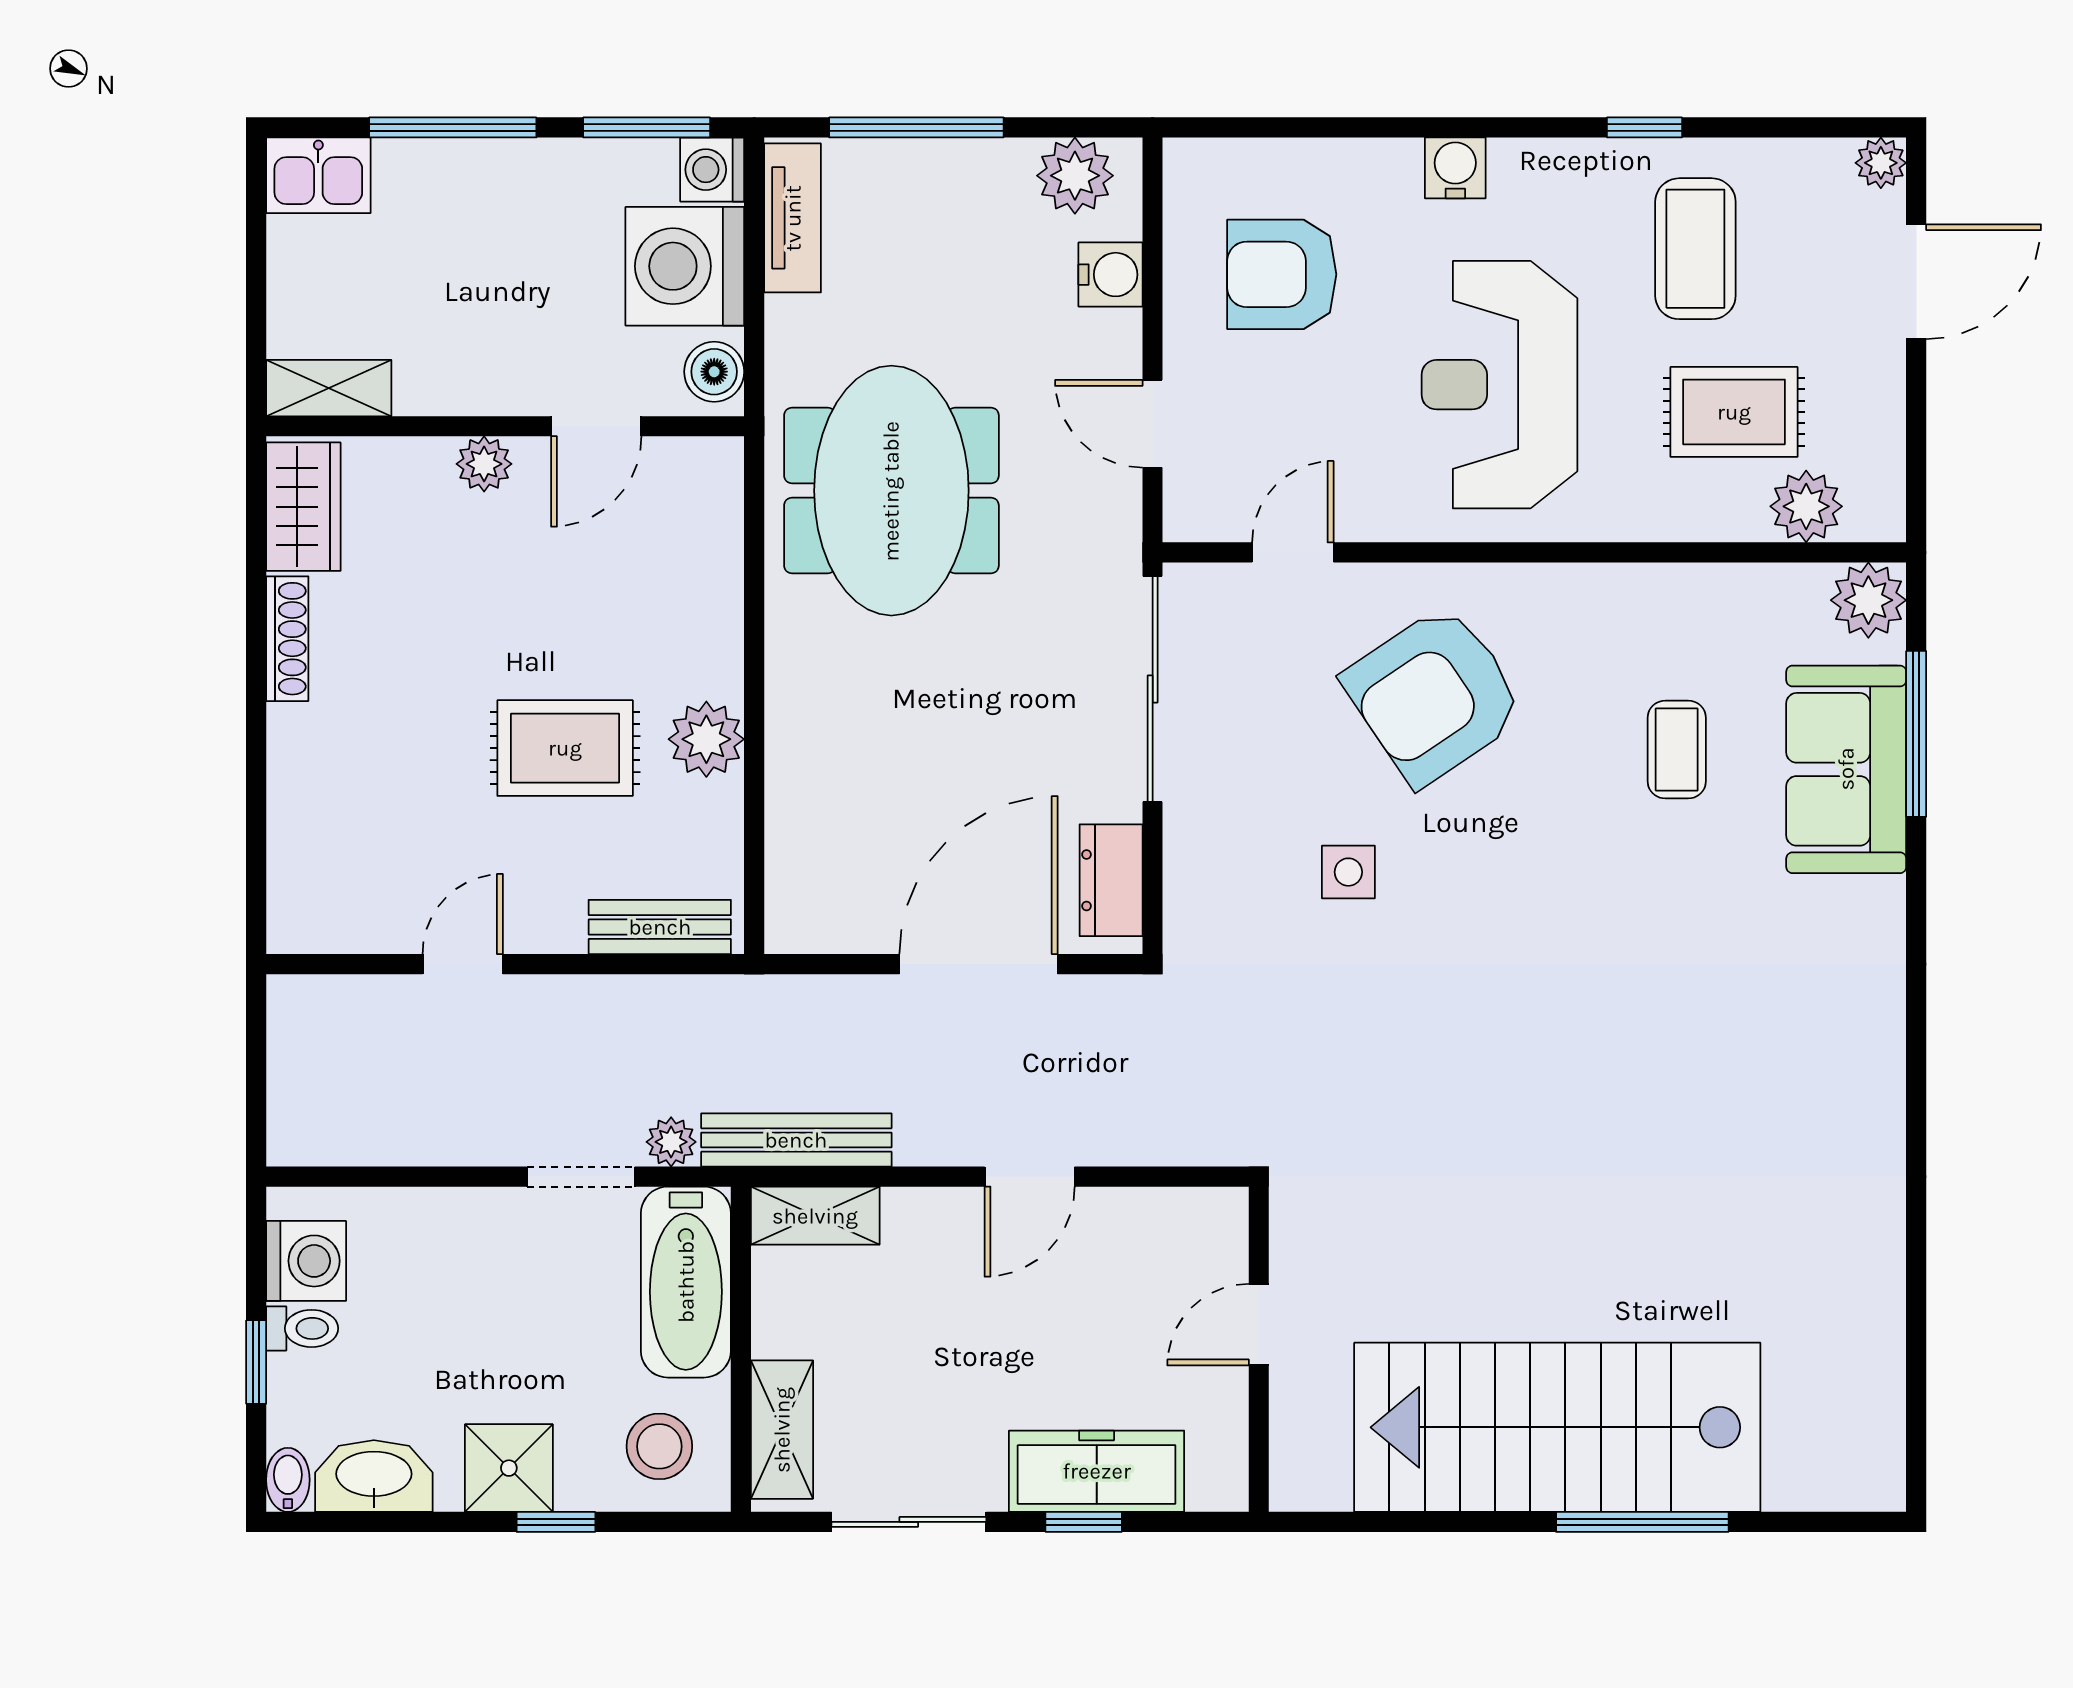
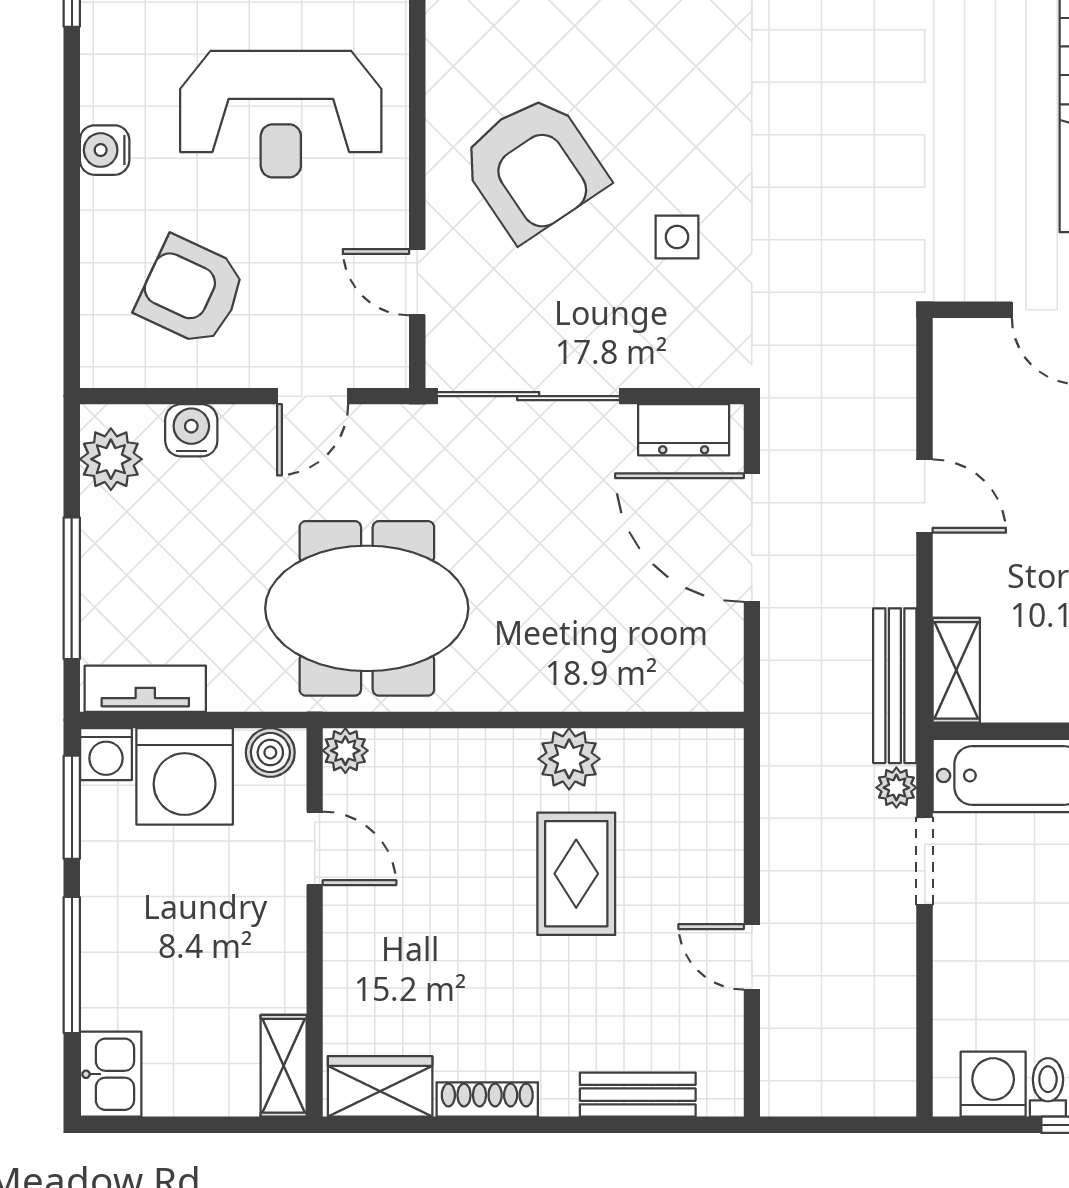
armchair: (1282, 274) -> (191, 291), turned 115
plant: (484, 464) -> (345, 751), moved
bench: (660, 927) -> (638, 1095), moved, turned 90

